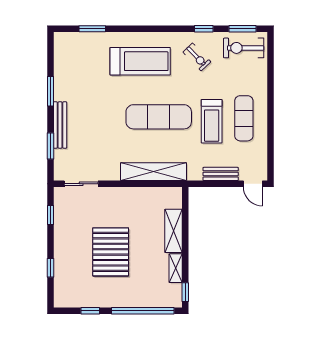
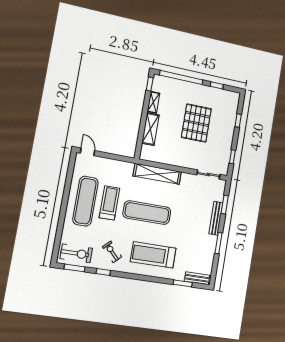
exercise mat: (244, 118) -> (85, 201), width x1.36, depth x1.45
bench: (221, 174) -> (197, 278), moved

